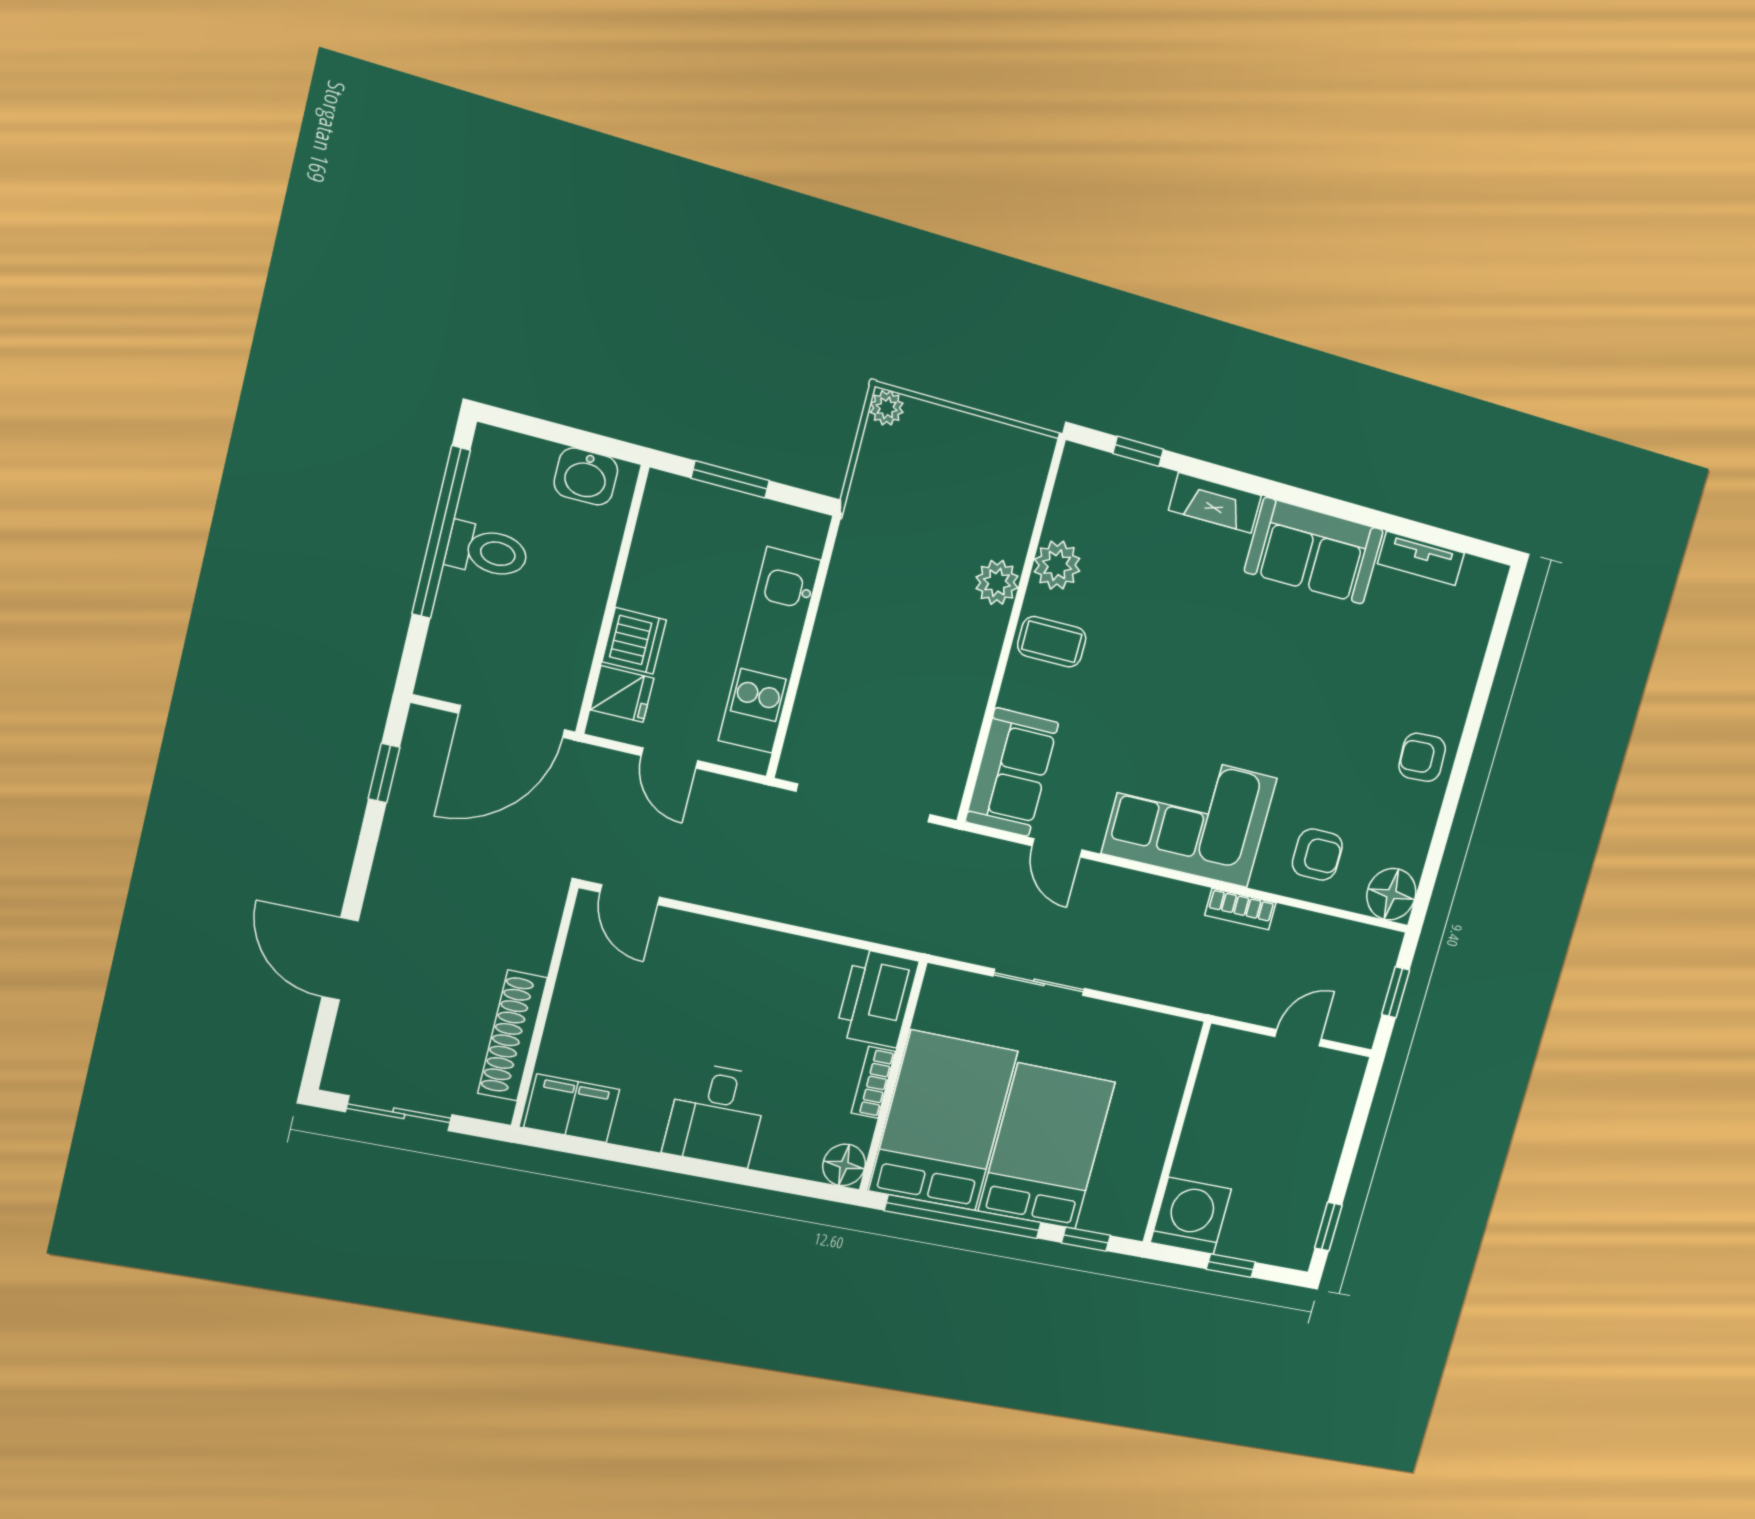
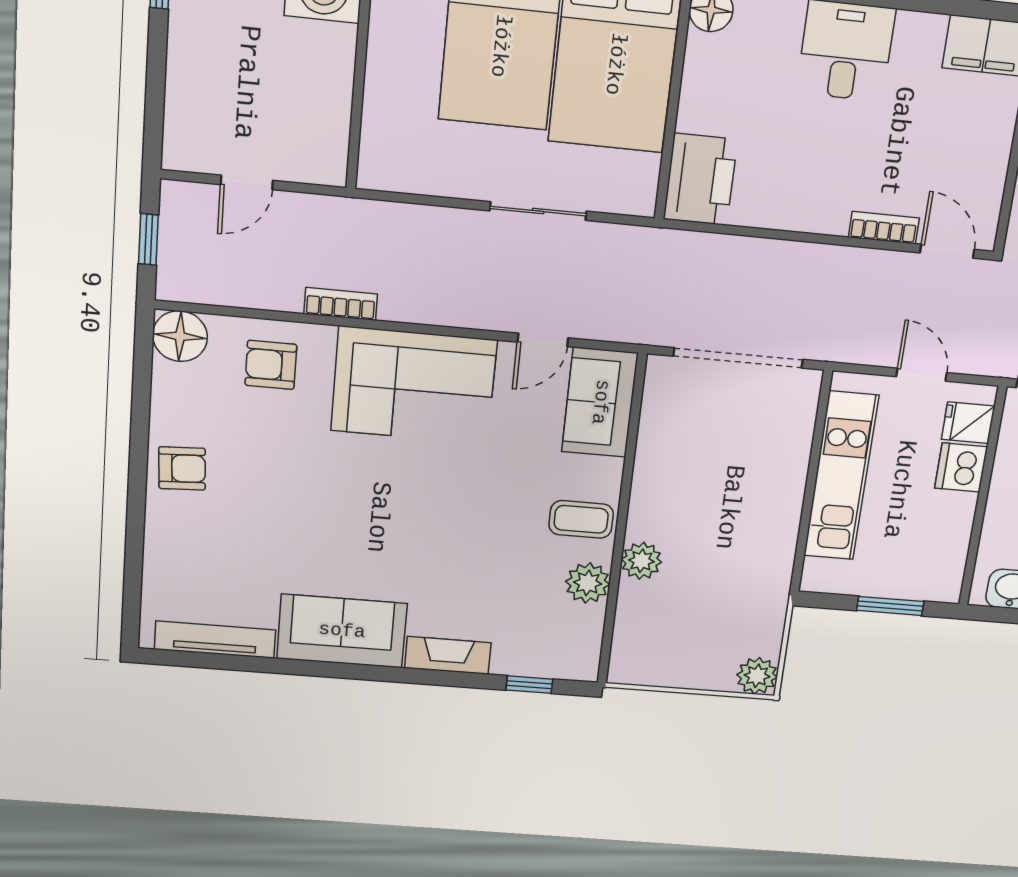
plant: (887, 408) -> (757, 676), width x1.38, depth x1.38
tv unit: (1421, 558) -> (215, 640), width x1.41
door: (1057, 848) -> (543, 340), swing flipped
bookcase: (873, 1082) -> (884, 228), moved, turned -90

